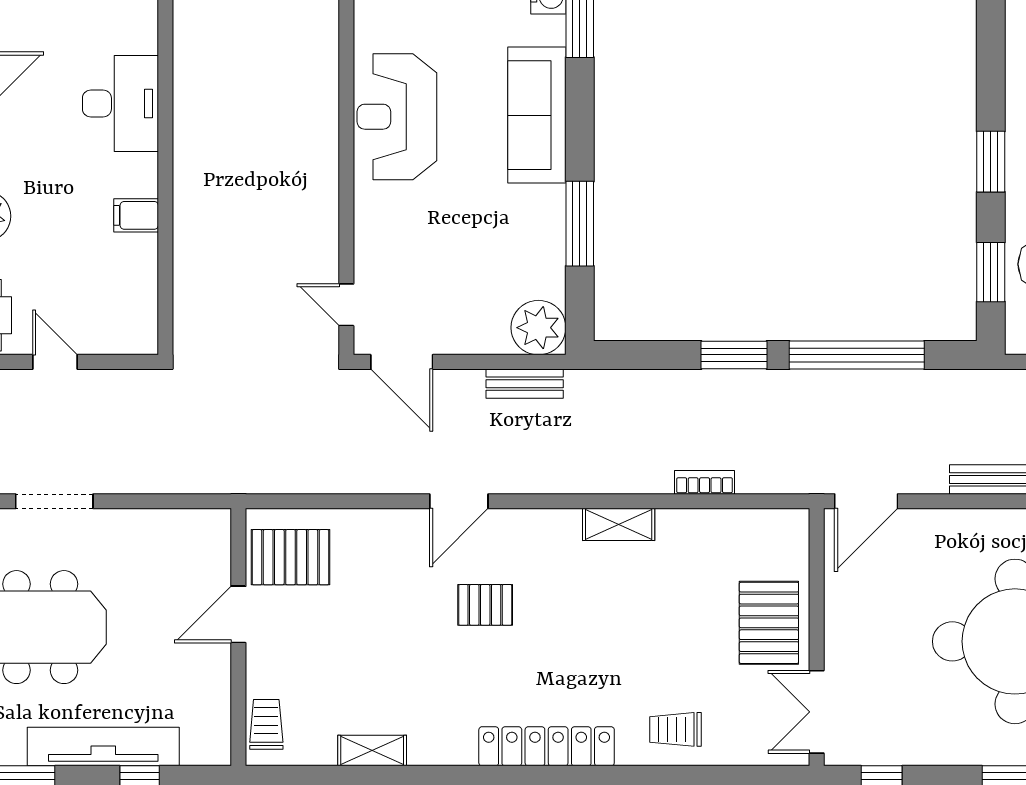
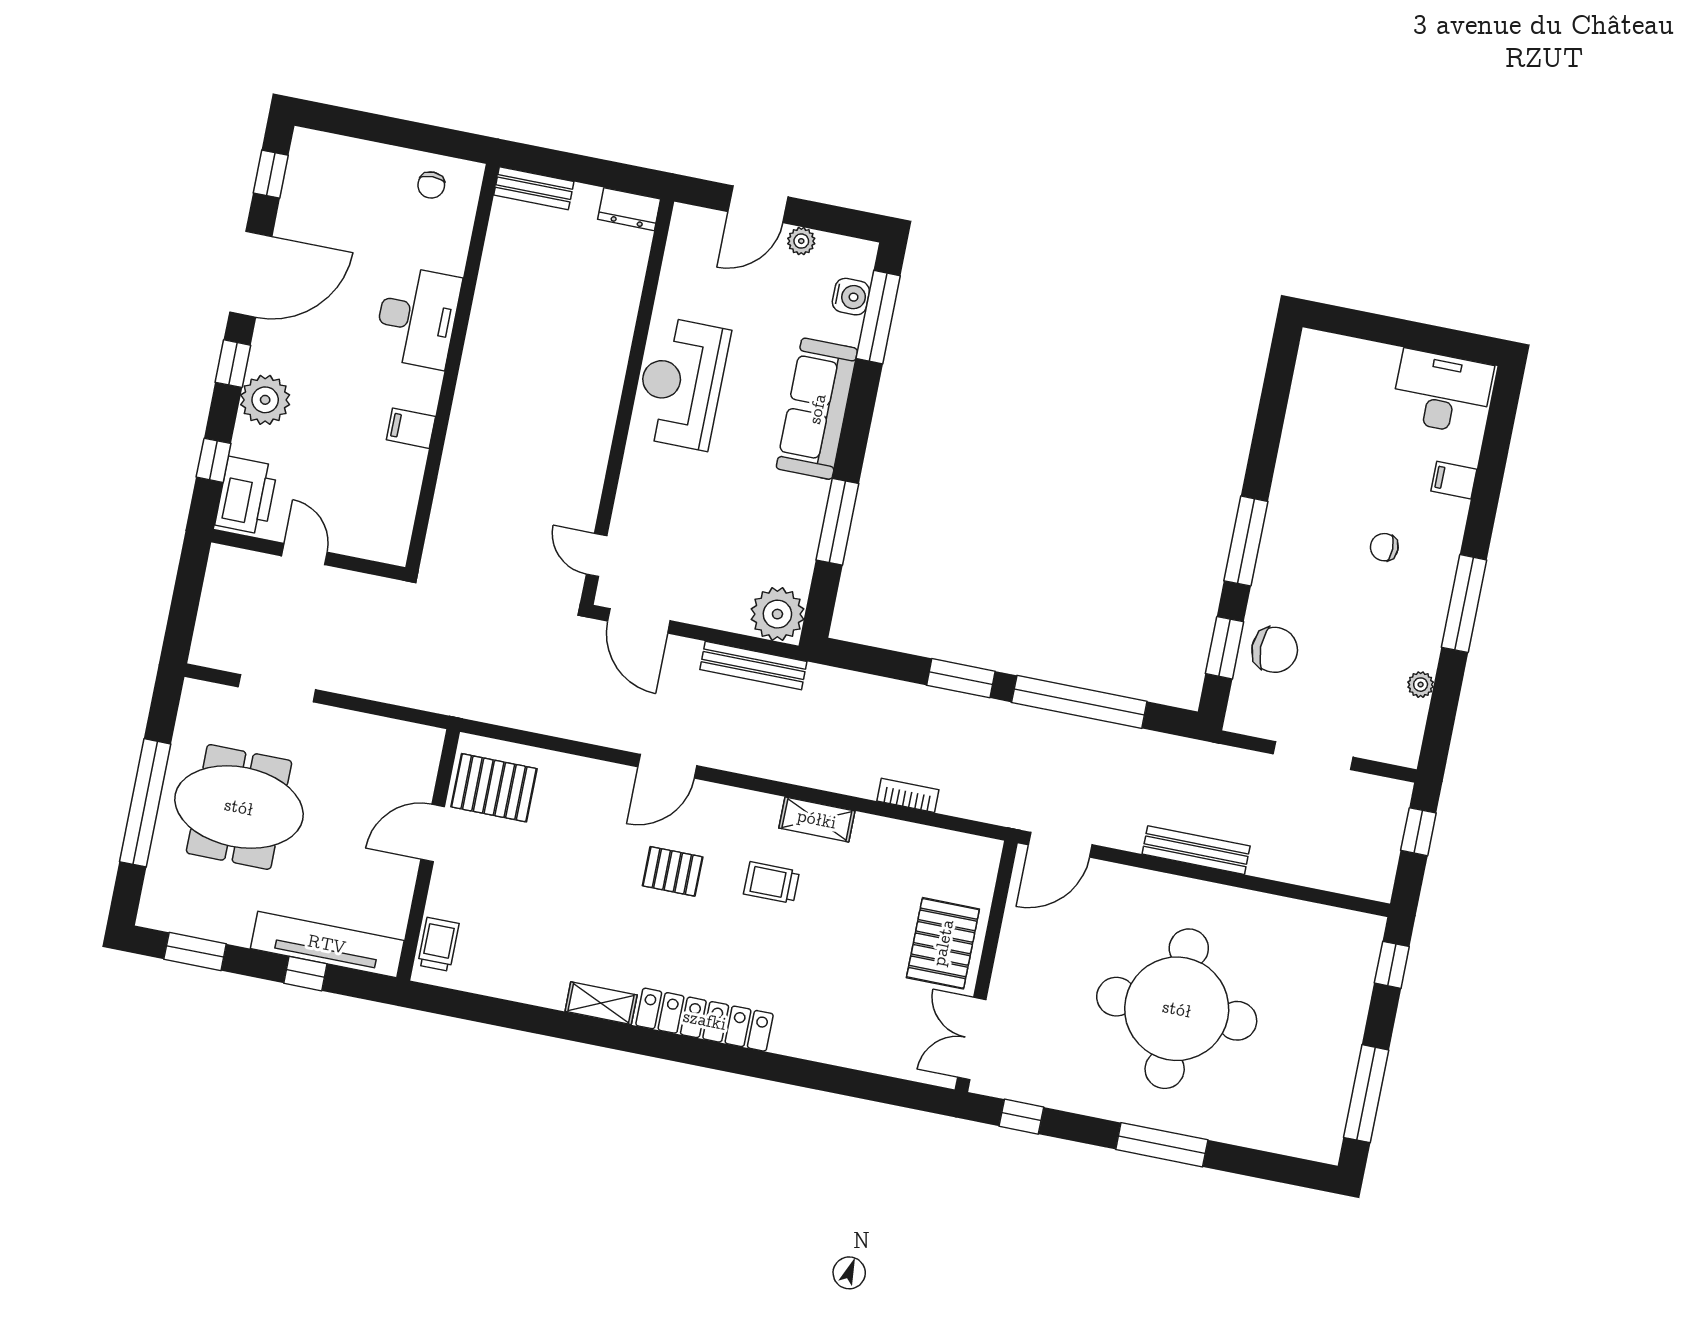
window: (991, 162) -> (1246, 541), width x1.44
bench: (525, 384) -> (753, 665), width x1.36
trolley: (676, 729) -> (771, 883), moved
tv unit: (103, 747) -> (327, 944), moved
shelving: (372, 751) -> (601, 1003), moved

